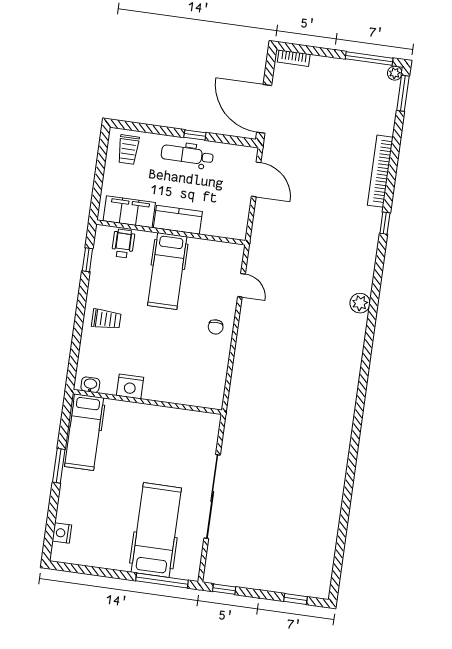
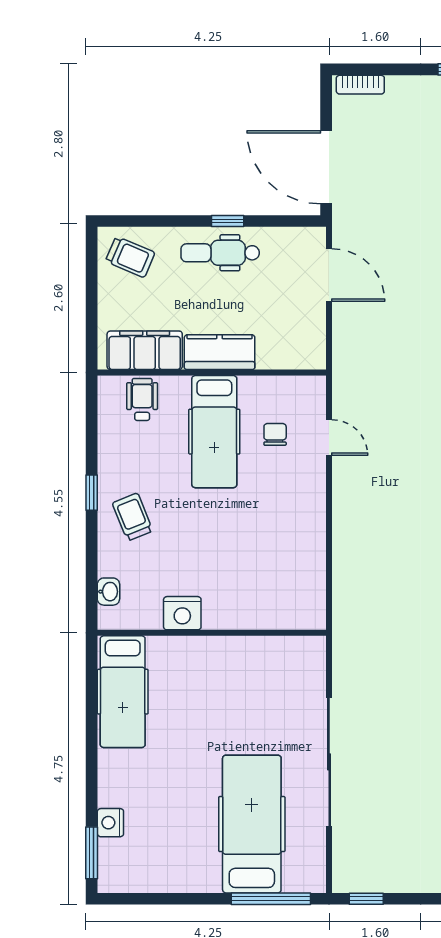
trolley: (128, 150) -> (130, 257), turned -67
window: (87, 260) -> (92, 493), moved
trolley: (106, 319) -> (133, 517), turned -112
chair: (216, 327) -> (275, 434), moved, turned 180
washbasin: (90, 385) -> (108, 592), moved, turned 90
window: (59, 466) -> (92, 853), moved
nightstand: (62, 533) -> (110, 823), moved

